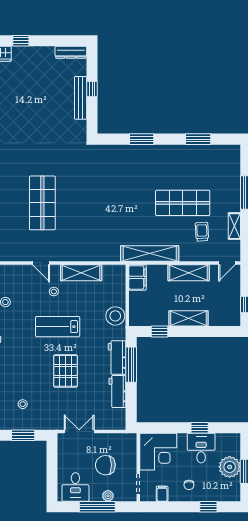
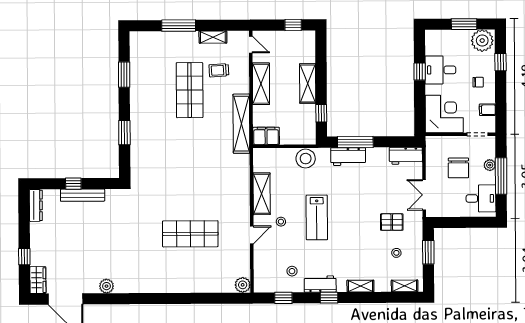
pallet: (65, 371) -> (392, 222), moved, width x0.67, depth x0.71
workbench: (117, 392) -> (406, 156), moved
plant: (230, 467) -> (482, 41), moved

